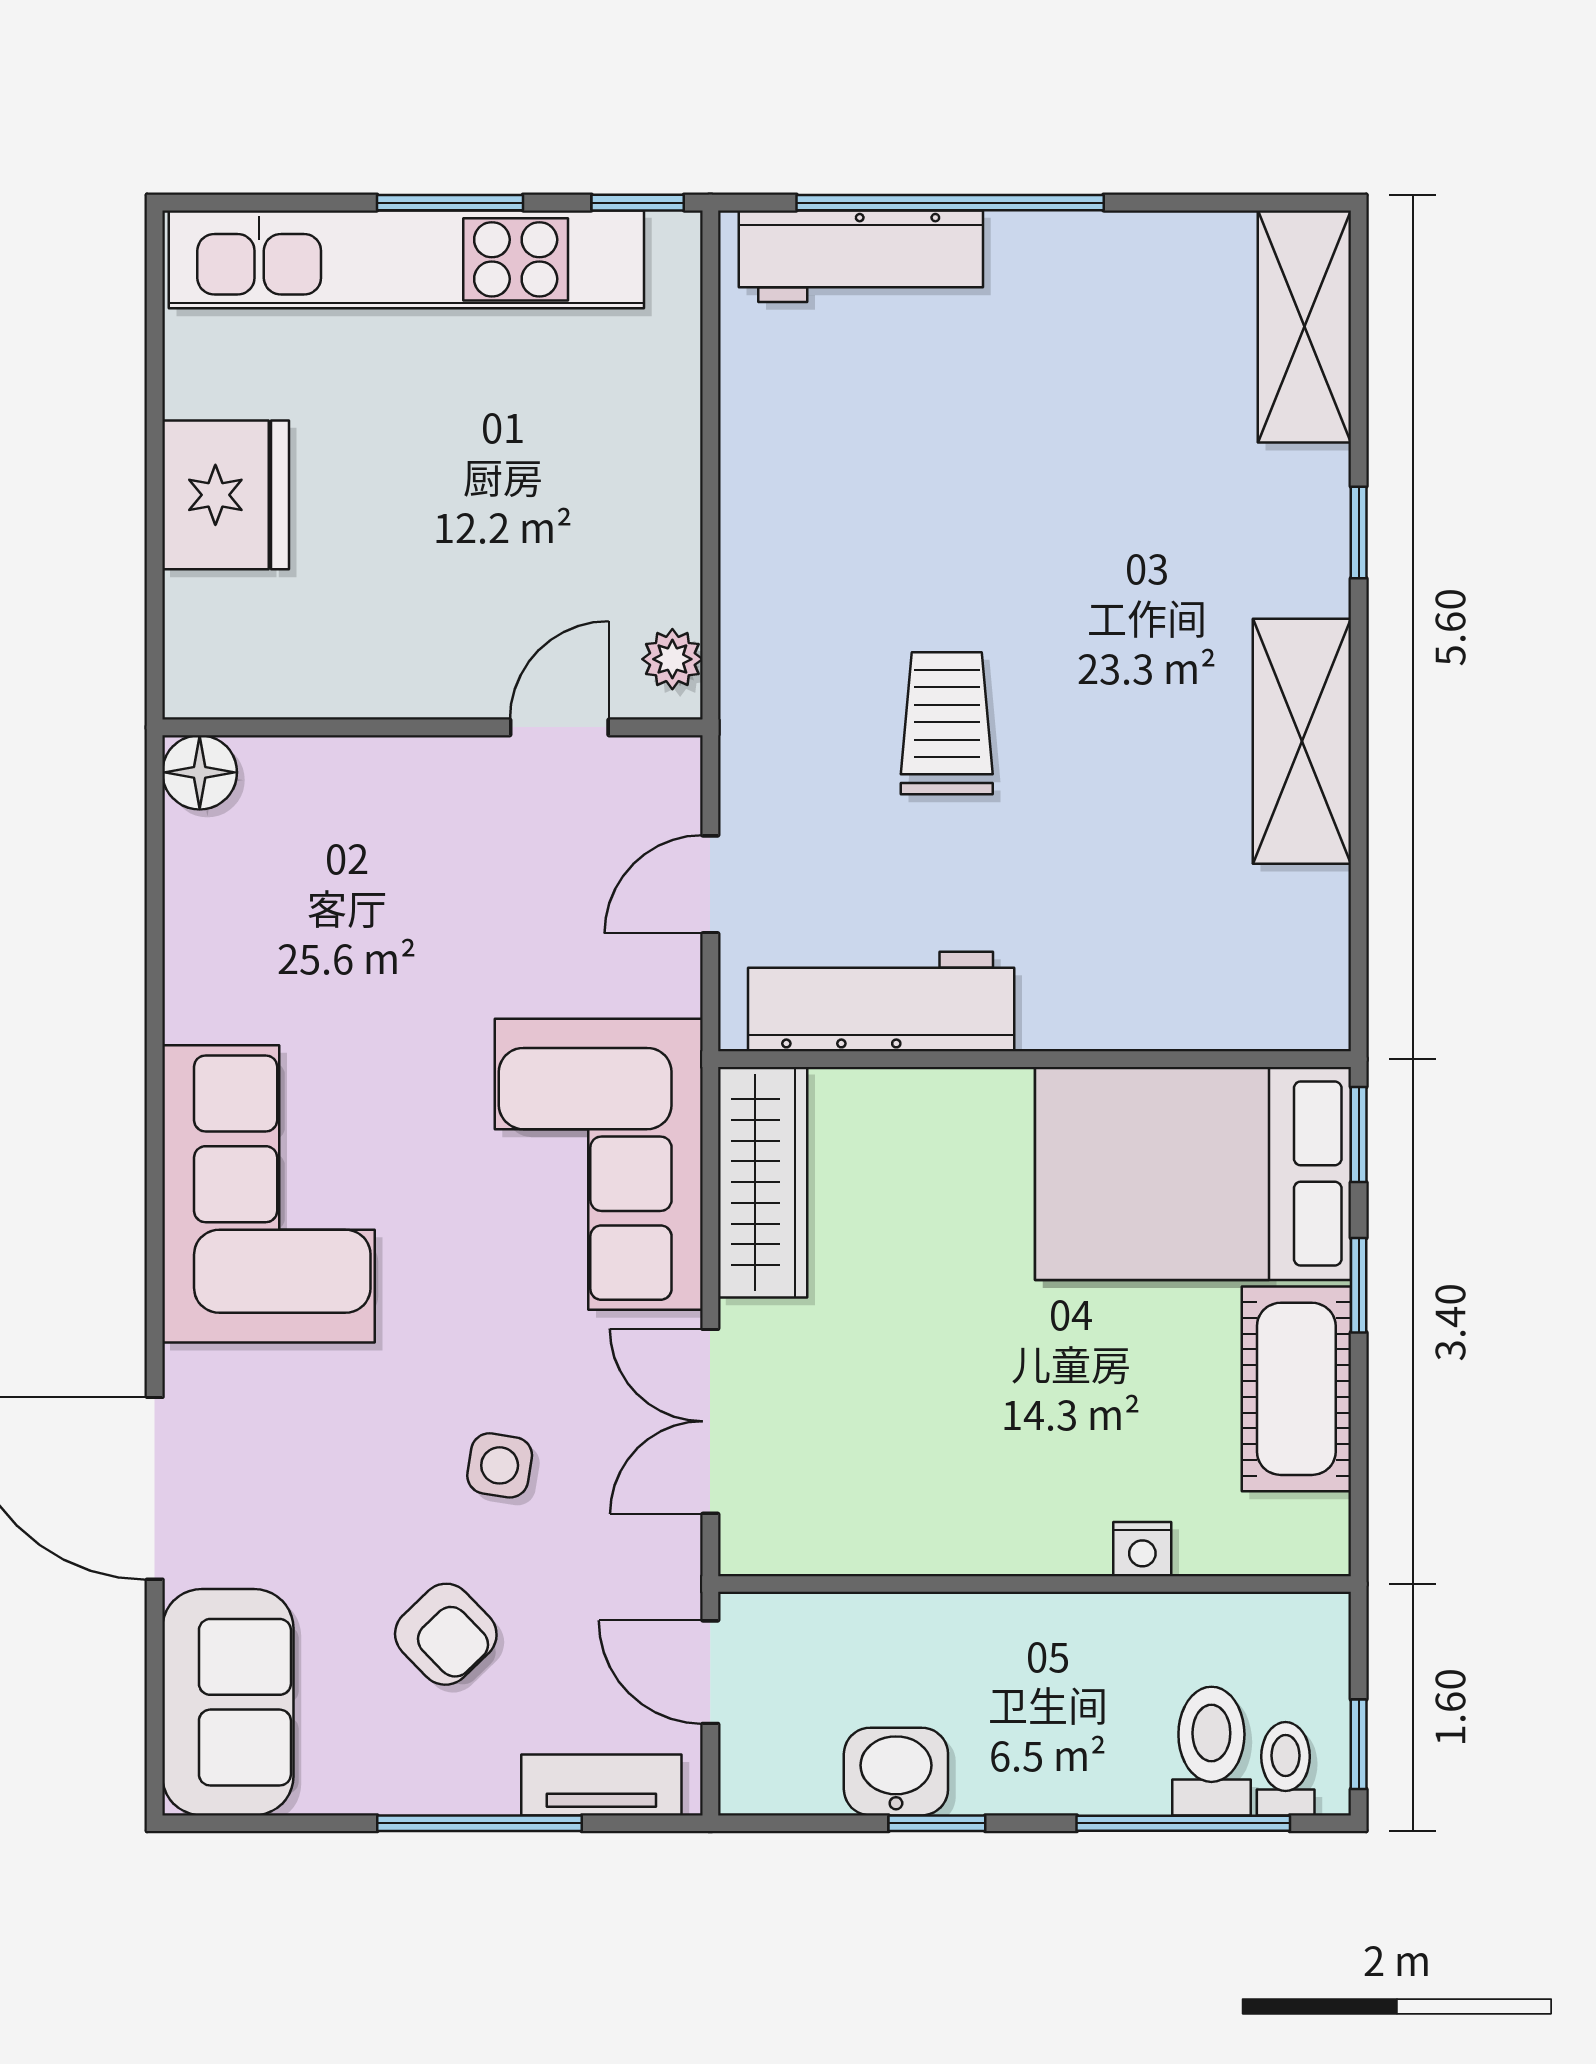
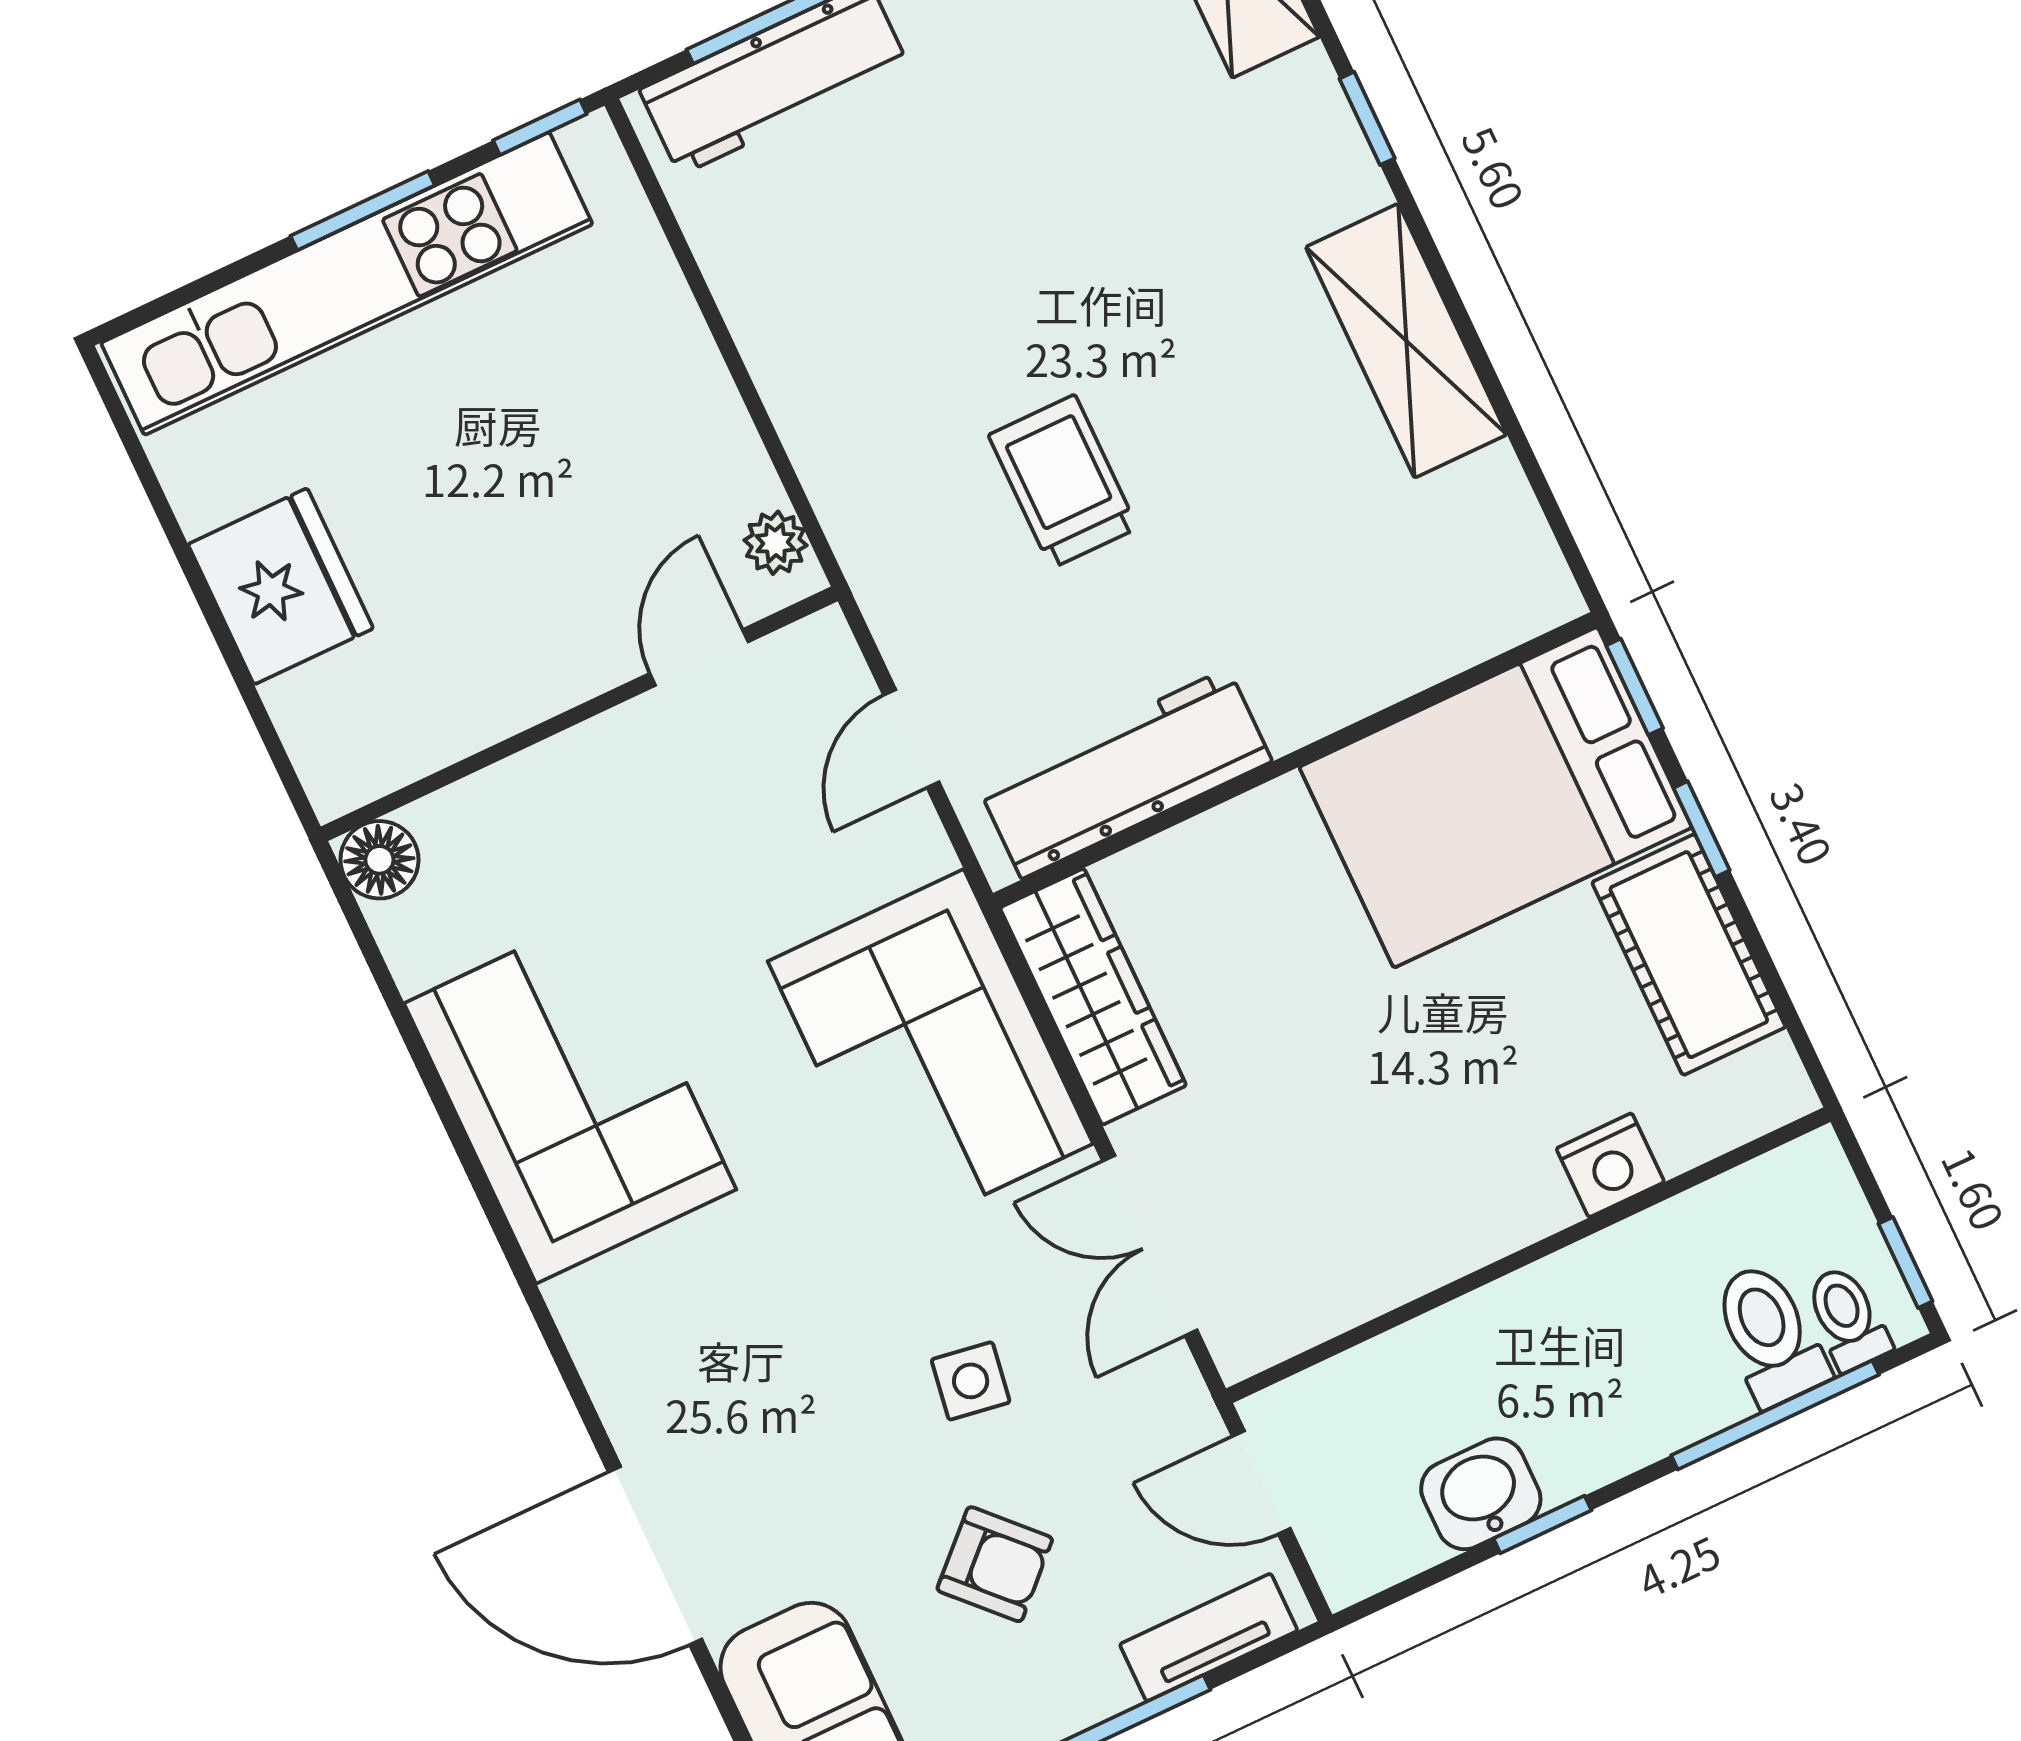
corner sofa: (269, 1194) -> (570, 1096), moved
nightstand: (1142, 1549) -> (1610, 1165), width x1.39, depth x1.35

